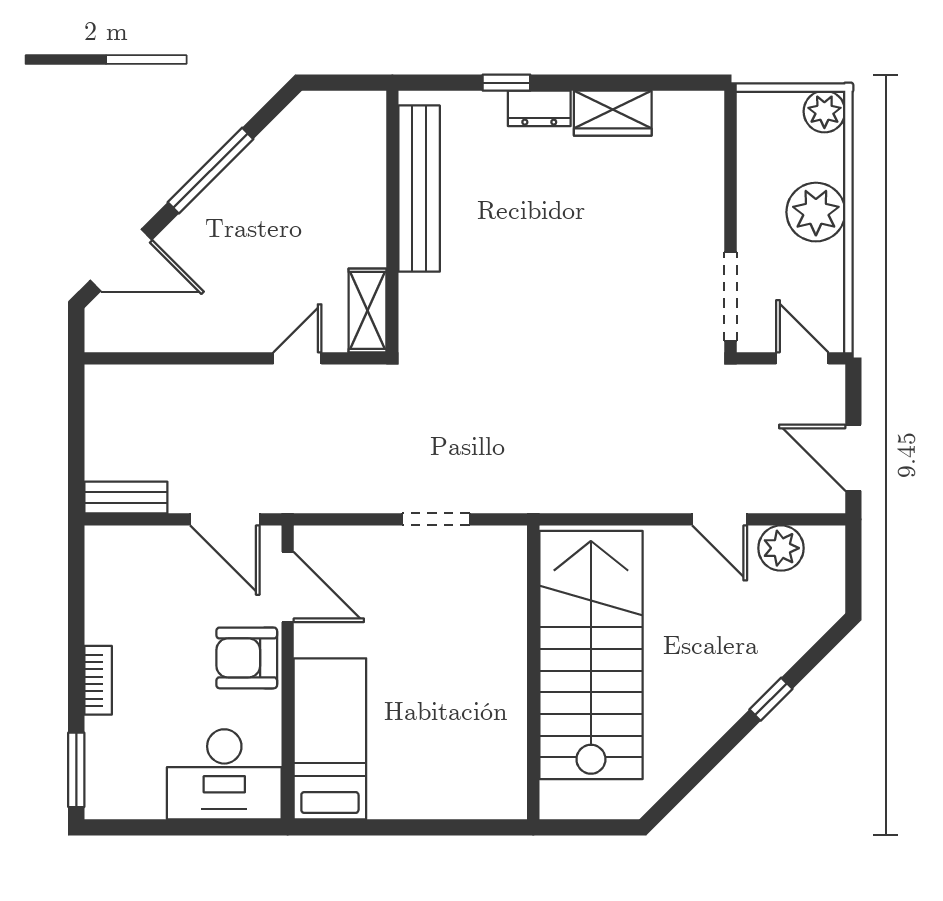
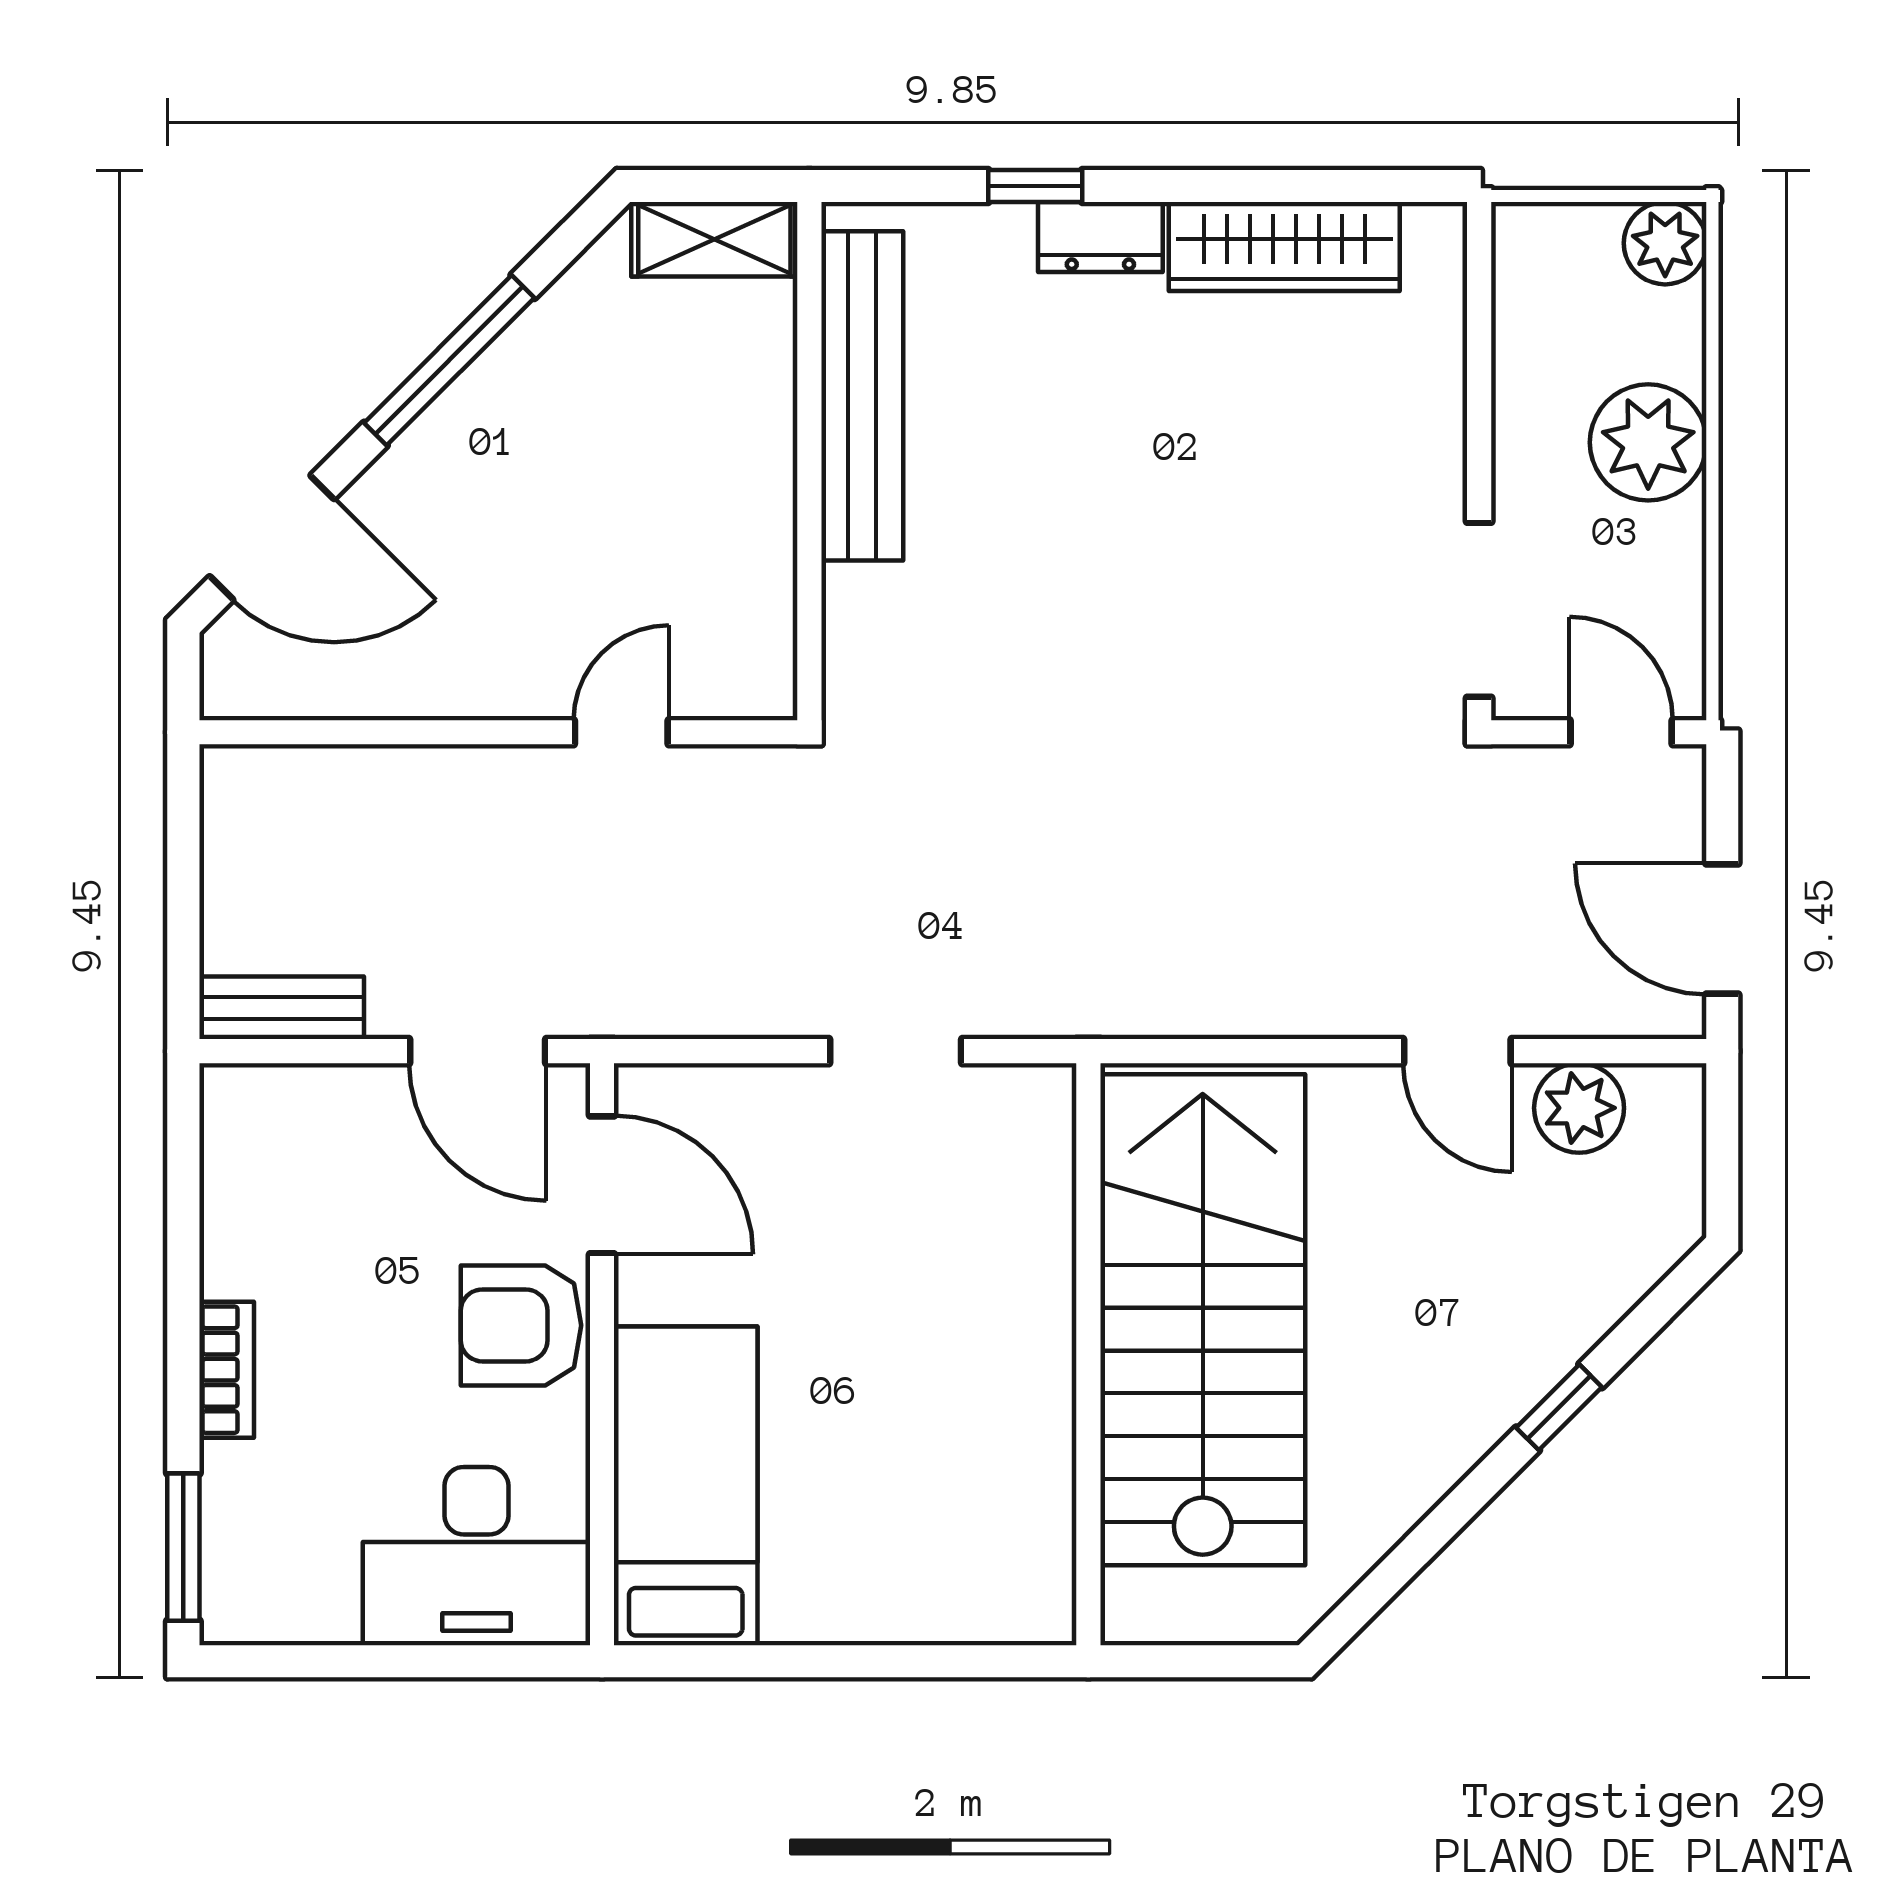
wardrobe: (613, 113) -> (1284, 247), width x1.50
shelving: (367, 310) -> (714, 239), moved, turned 90

